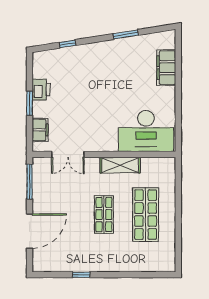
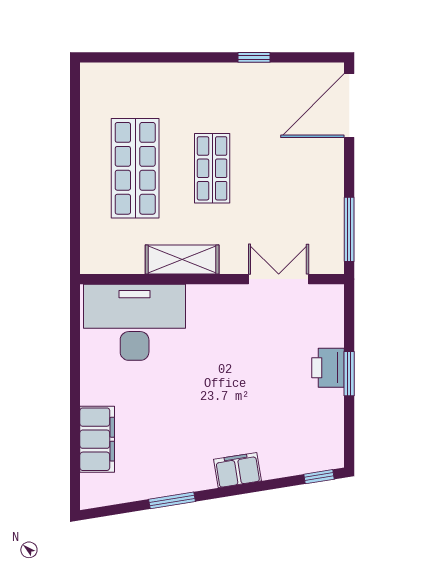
window: (67, 44) -> (319, 477), moved
printer: (41, 90) -> (328, 368), moved
filing cabinet: (40, 130) -> (238, 470), moved, turned 81
door: (30, 231) -> (349, 106), moved

